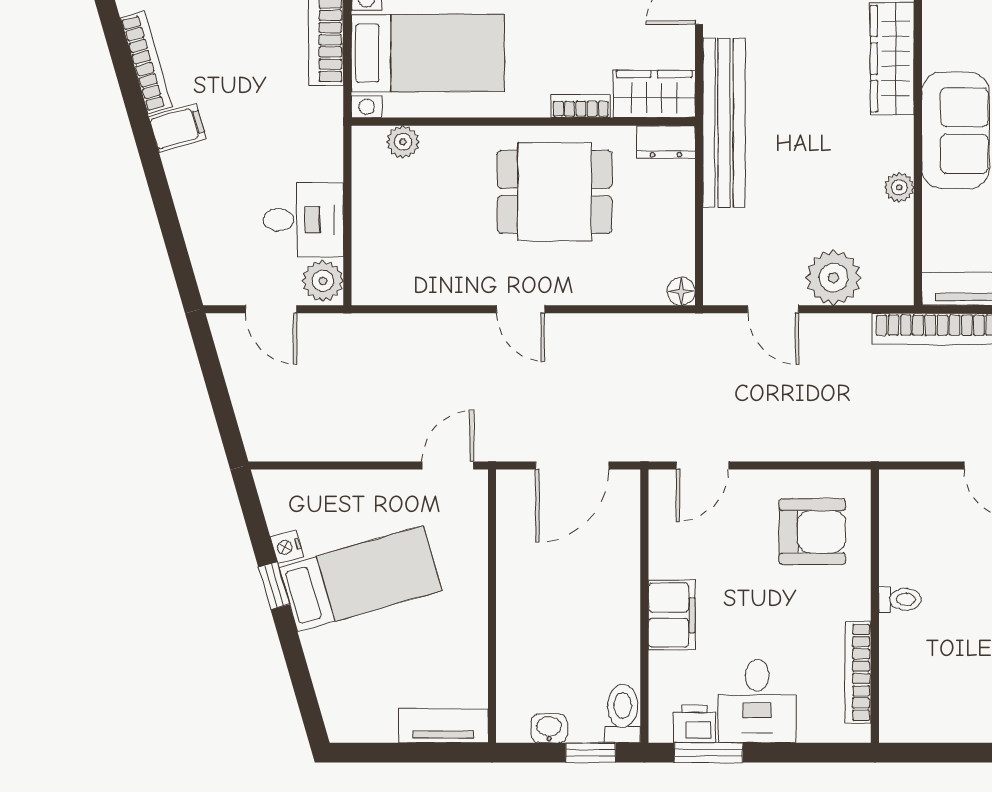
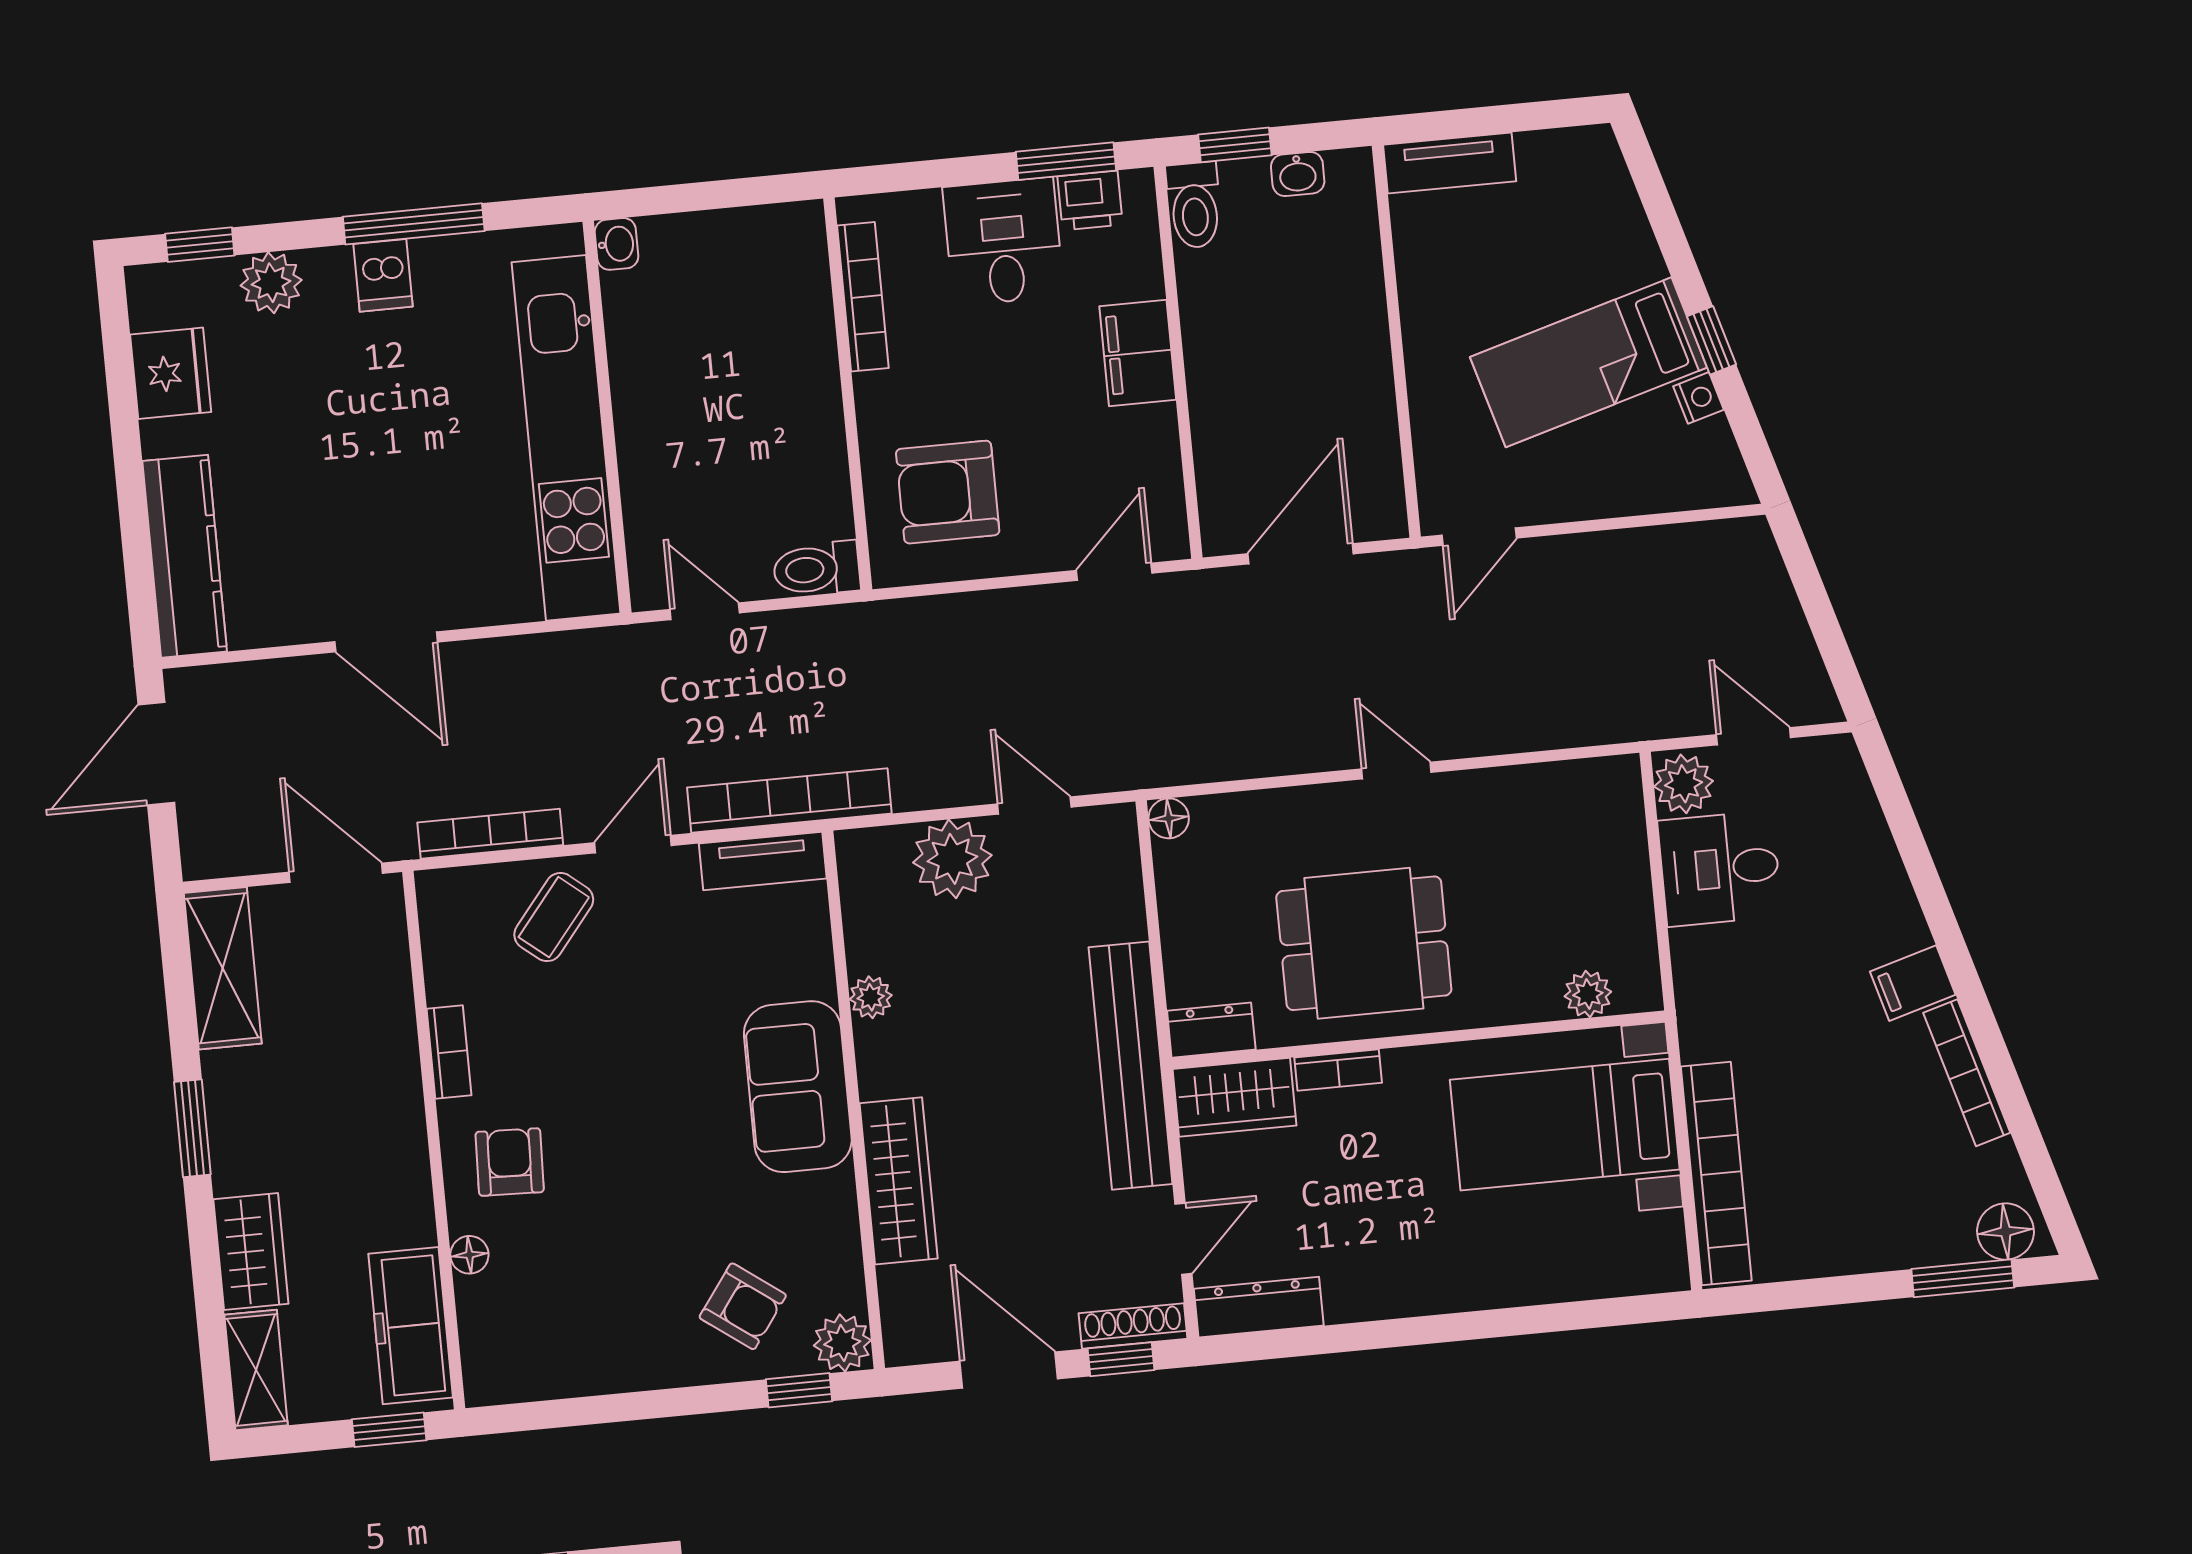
toilet: (900, 599) -> (817, 569), moved, width x1.37, depth x1.39

